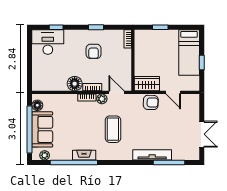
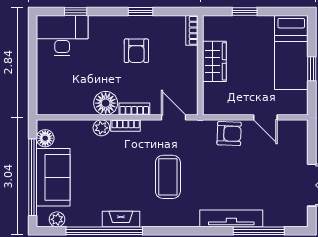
wardrobe: (147, 84) -> (214, 61), moved, turned 90
plant: (102, 99) -> (101, 128), moved

